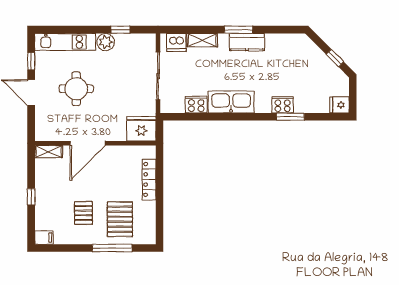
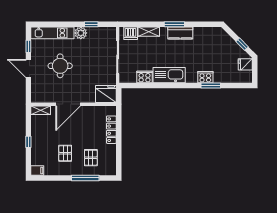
fridge: (339, 105) -> (245, 64), moved
pallet: (120, 219) -> (91, 158), width x0.67, depth x0.71

